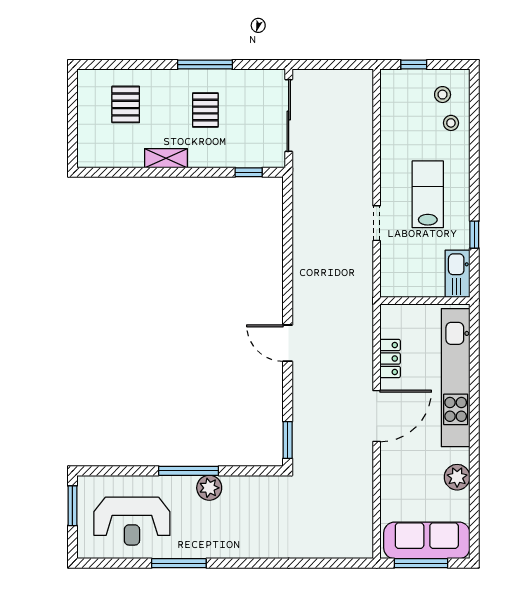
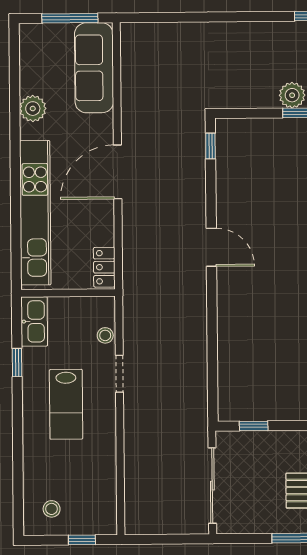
stool: (451, 123) -> (105, 335), moved
locker: (390, 358) -> (104, 267), moved
window: (288, 440) -> (210, 146), width x0.67
sofa: (427, 540) -> (94, 68), moved, turned 90

